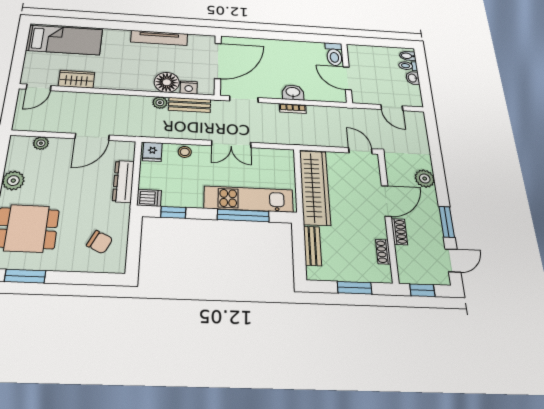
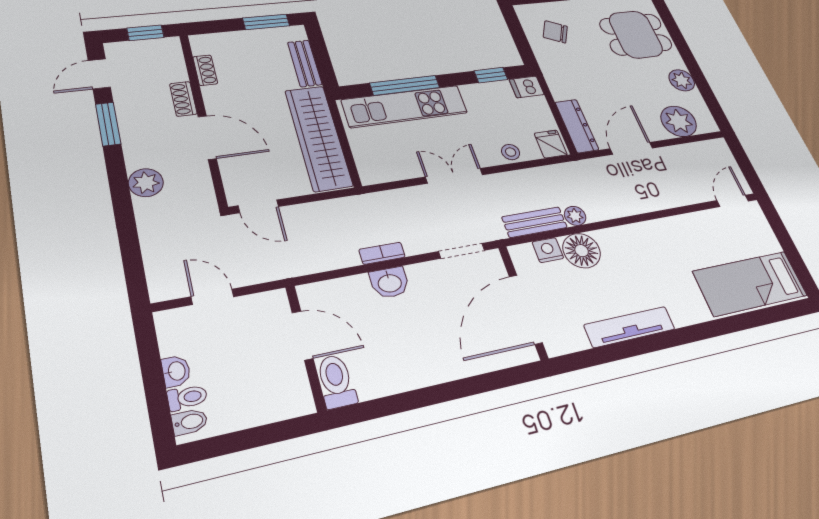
wardrobe: (77, 79) -> (697, 225), removed
plant: (41, 143) -> (679, 121), width x1.88, depth x1.88
dresser: (123, 181) -> (577, 126), moved
door: (386, 201) -> (207, 137), swing flipped
window: (355, 288) -> (266, 22), moved

